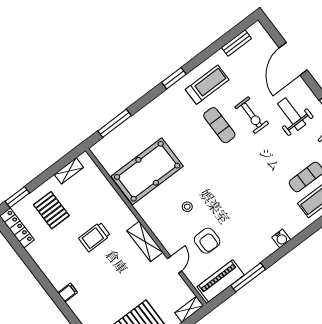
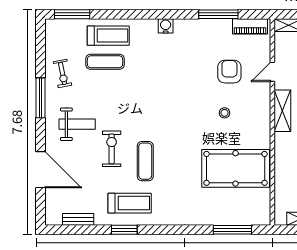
door: (293, 59) -> (41, 170), hinge flipped
window: (174, 78) -> (124, 230), moved
treadmill: (207, 85) -> (130, 203), turned 180
weight bench: (292, 114) -> (77, 124), turned -90
piano: (221, 281) -> (250, 26), width x0.73, depth x0.75

